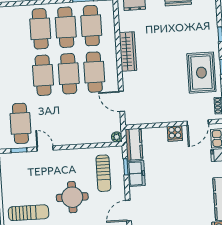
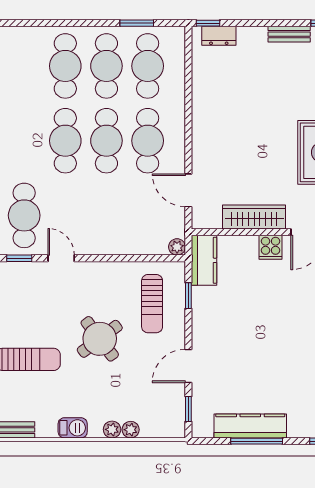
wardrobe: (128, 51) -> (254, 217), moved, turned -90
freezer: (136, 173) -> (205, 307), removed
round table: (72, 197) -> (100, 339), turned -37

